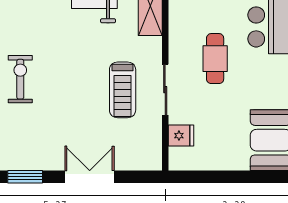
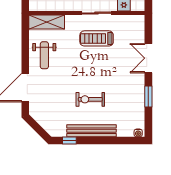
treadmill: (123, 90) -> (97, 38), turned 180

